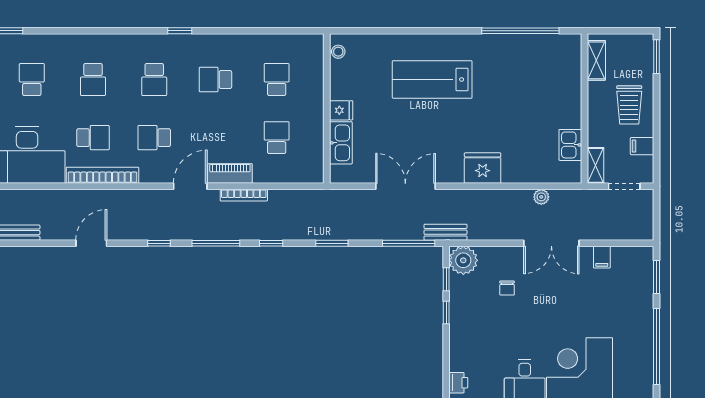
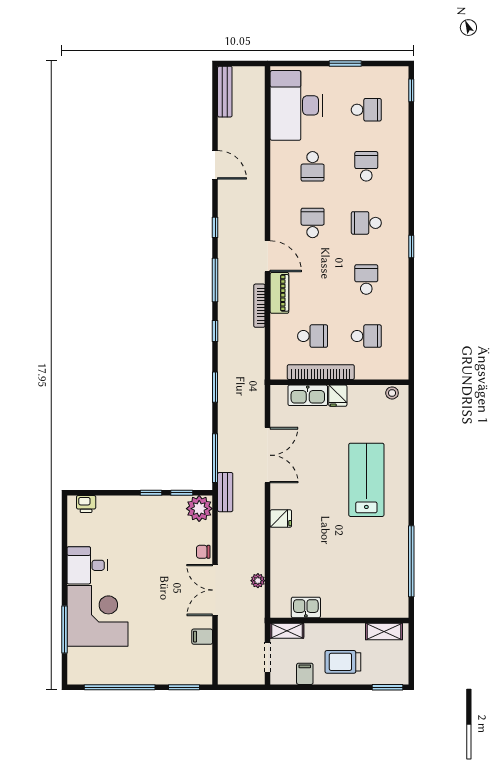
school desk: (93, 80) -> (366, 166), turned 90
fridge: (483, 168) -> (281, 519), width x0.53, depth x0.75
bookcase: (103, 175) -> (321, 372), moved, turned -90
chair: (507, 288) -> (203, 552), moved

